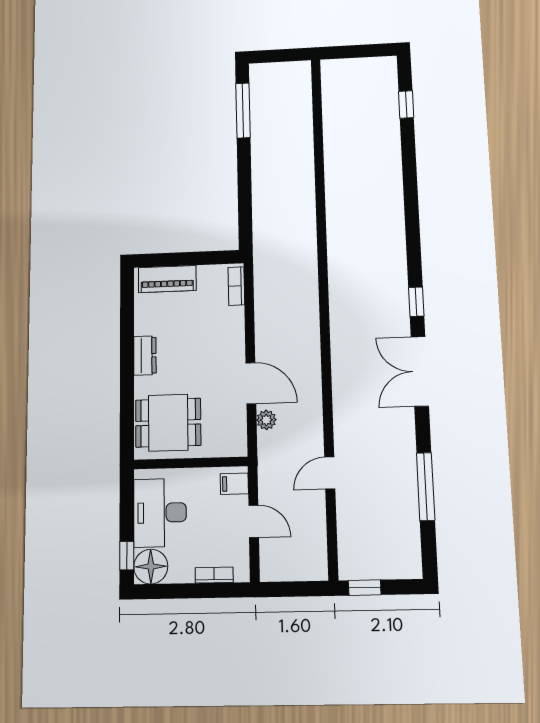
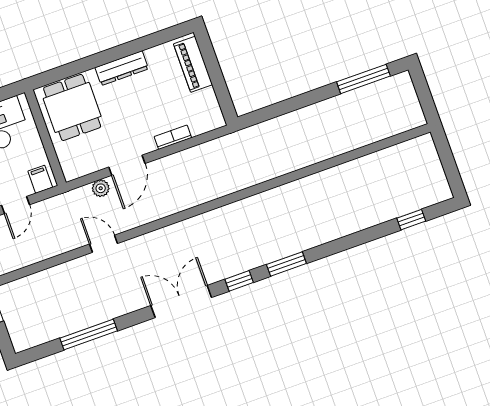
window: (413, 246) -> (286, 264), added
bookcase: (236, 286) -> (173, 137), moved
dresser: (145, 355) -> (122, 68), width x1.44
door: (330, 473) -> (104, 244), moved

